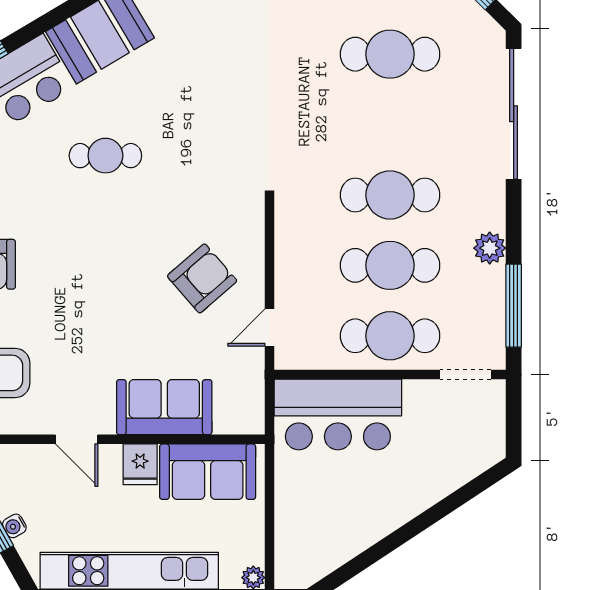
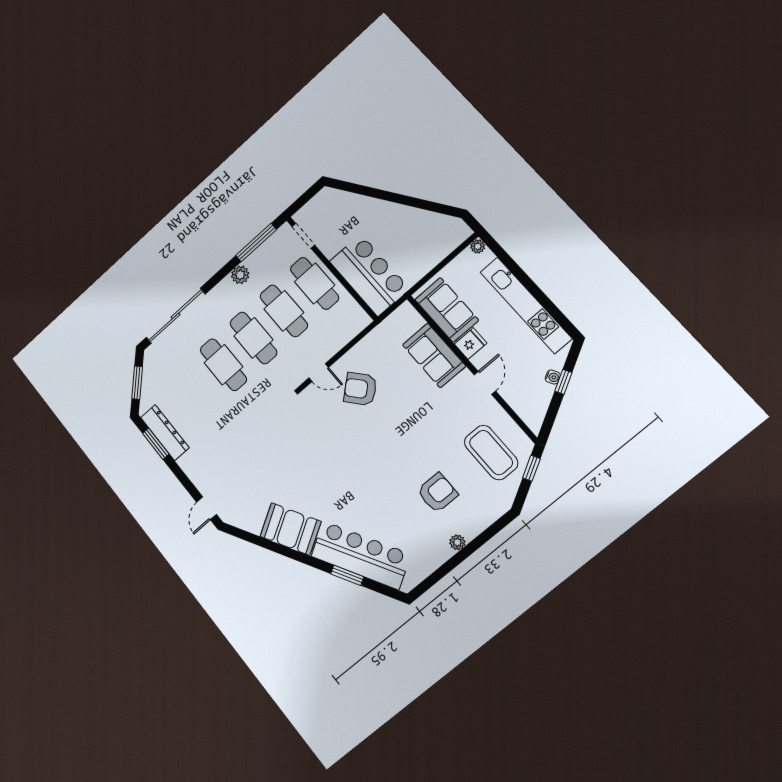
cafe table: (390, 54) -> (223, 365), moved
cafe table: (105, 156) -> (342, 481), removed
door: (270, 327) -> (319, 373), moved

